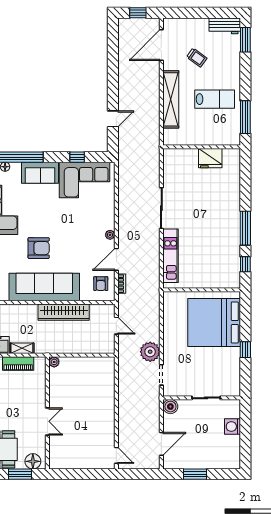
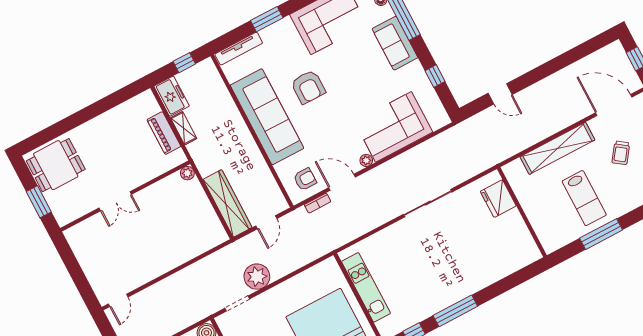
window: (245, 117) -> (601, 234), moved
fridge: (210, 158) -> (498, 199), moved
corner sofa: (84, 180) -> (394, 127), moved, turned 90
kitchen unit: (171, 256) -> (366, 287), moved, turned -90
armchair: (101, 284) -> (305, 179), turned 180
wardrobe: (64, 312) -> (227, 203), moved, turned 180
floor lamp: (33, 461) -> (61, 209), removed

